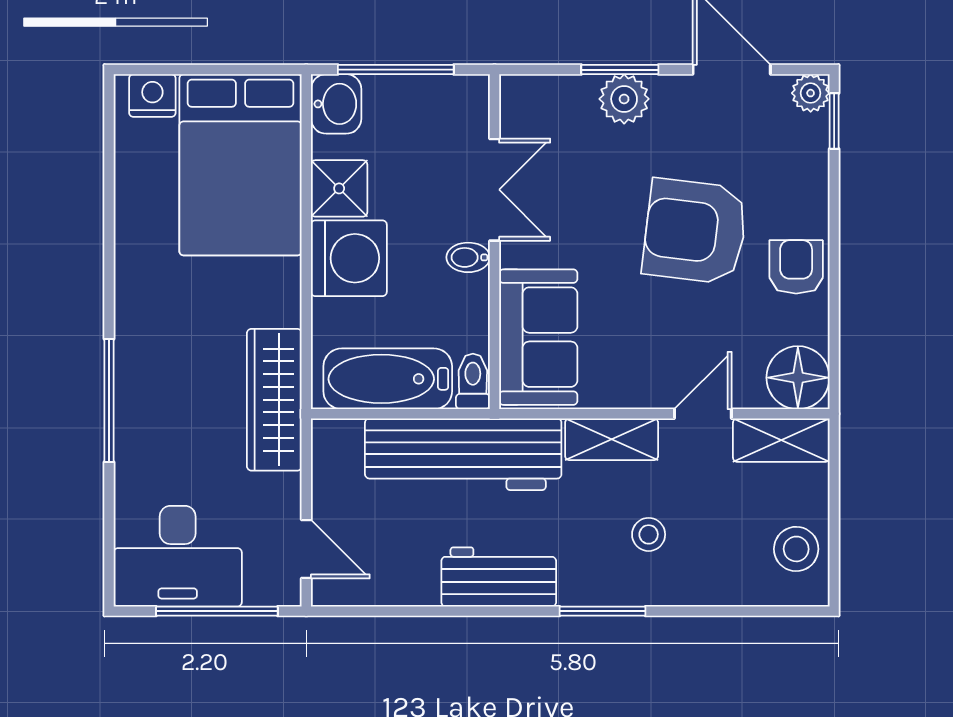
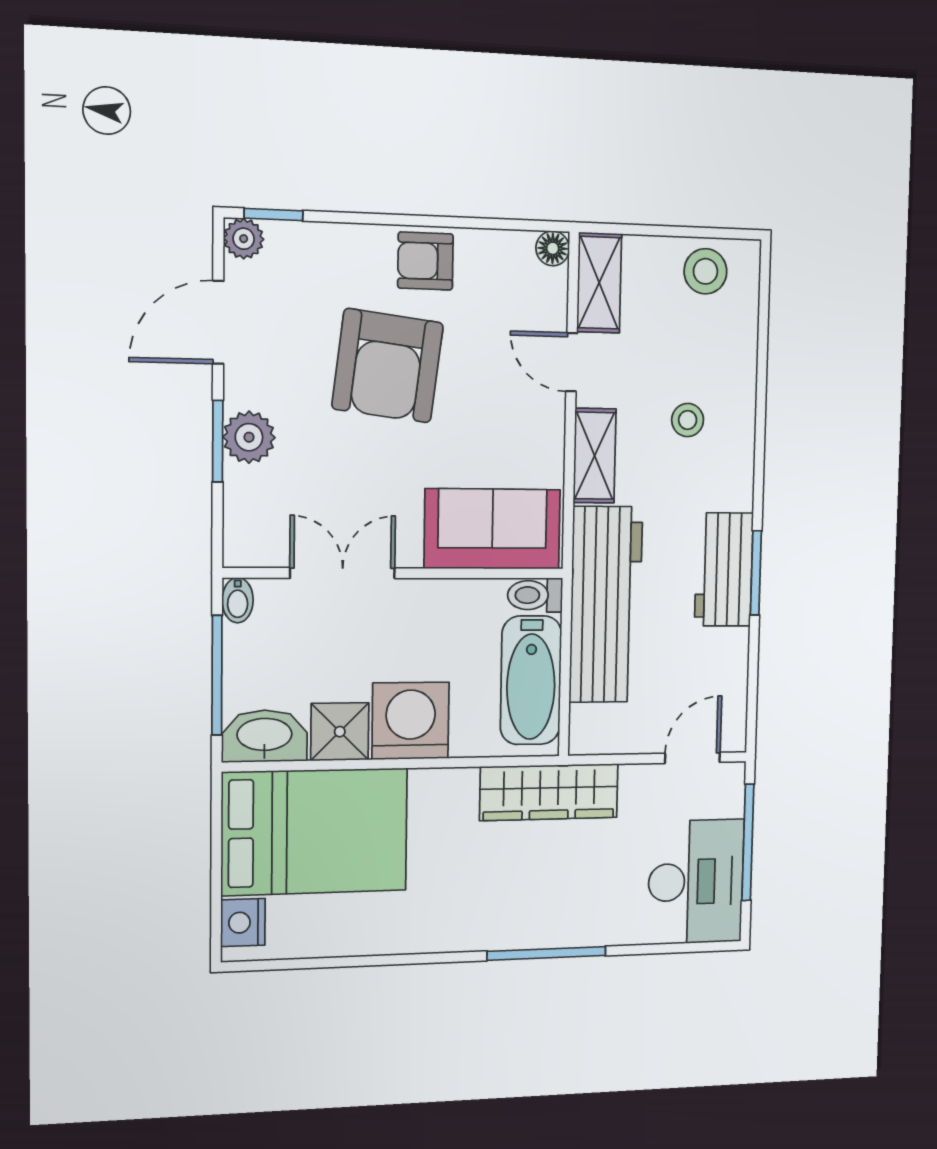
washbasin: (336, 104) -> (264, 736), width x1.38
bidet: (468, 257) -> (238, 600), moved
floor lamp: (798, 378) -> (553, 248), width x0.53, depth x0.53
window: (602, 611) -> (756, 573), moved

